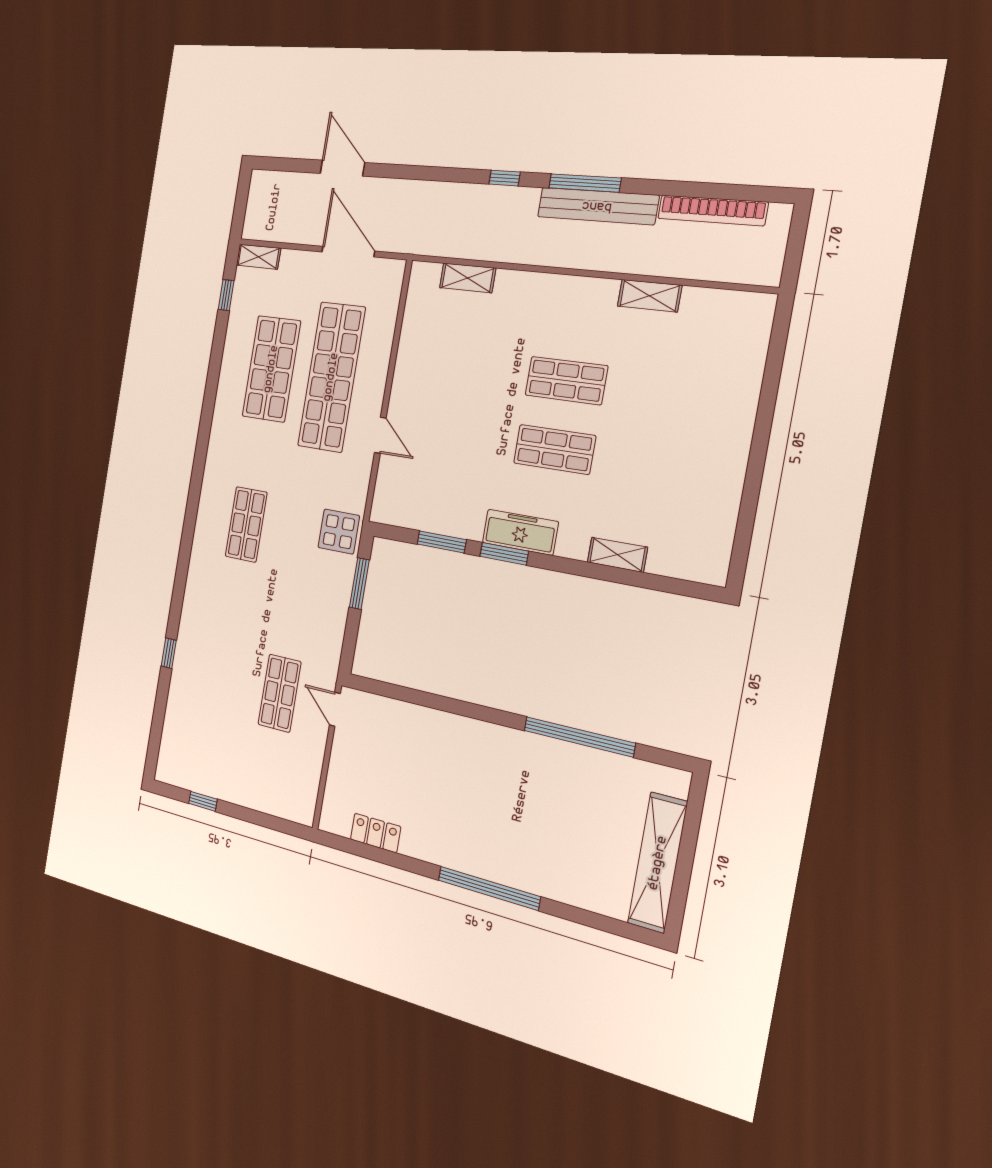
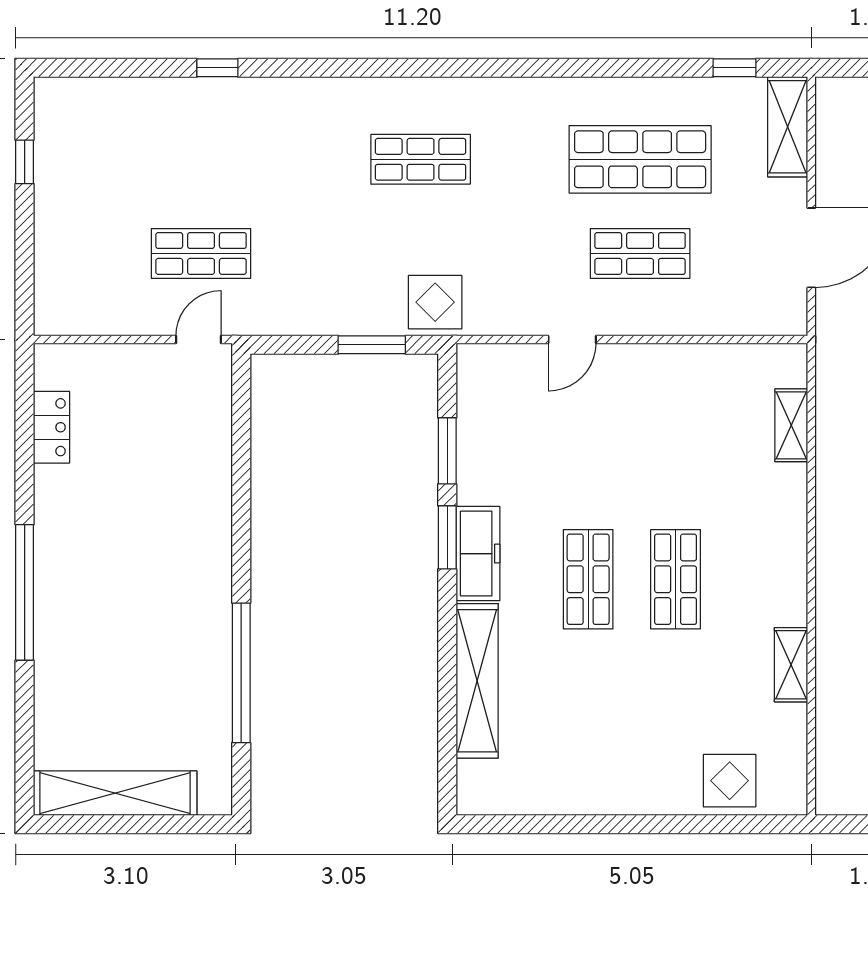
shelving: (258, 257) -> (788, 127), width x1.50, depth x1.33
display table: (737, 356) -> (730, 781), added
shop shelf: (331, 377) -> (640, 253), width x0.50, depth x0.74
shelving: (617, 555) -> (477, 681), width x2.20, depth x1.33

